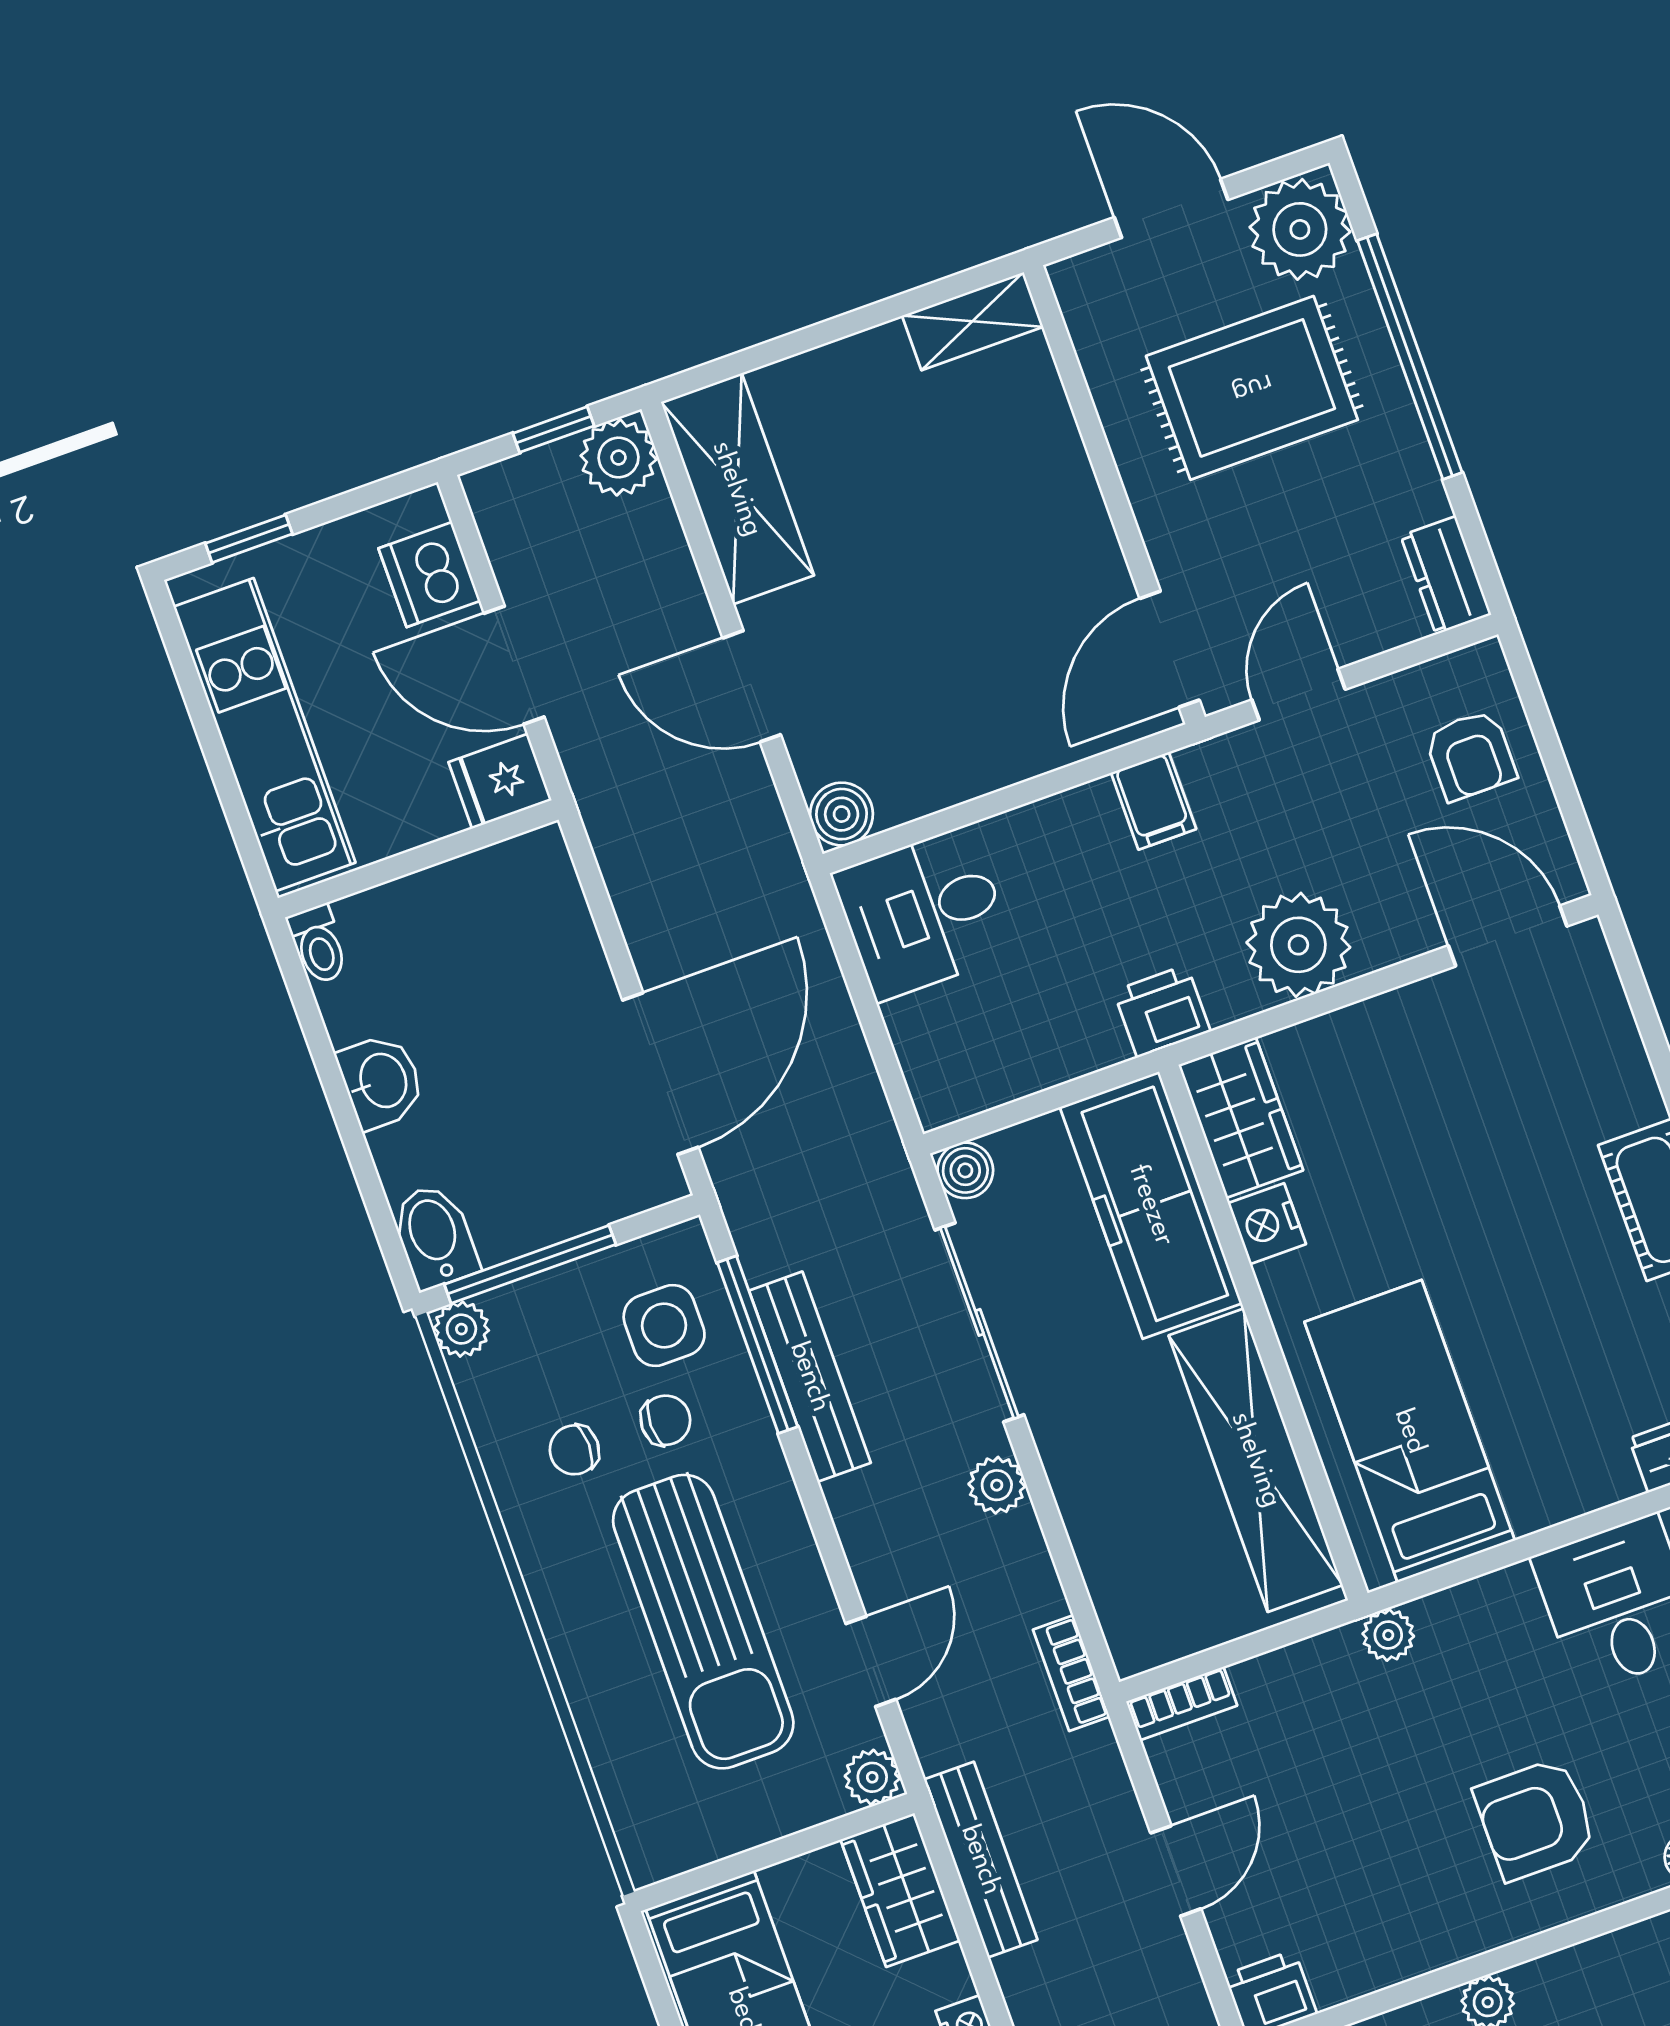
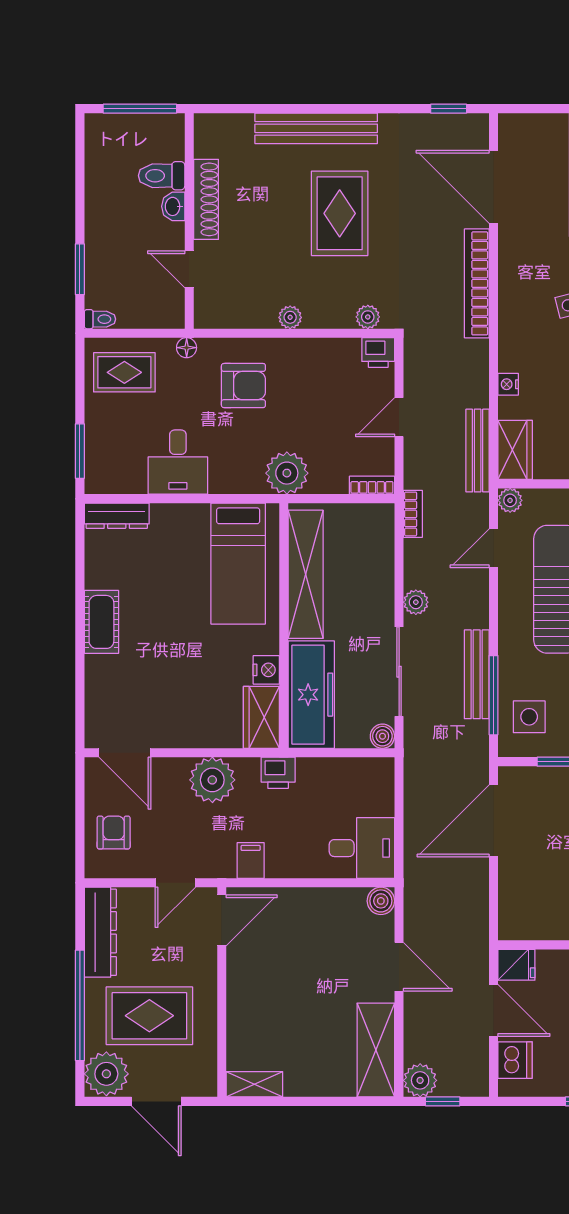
dresser: (1446, 575) -> (100, 932), width x1.96, depth x1.24
chair: (665, 1420) -> (542, 678), removed
plant: (1388, 1635) -> (287, 473), width x1.87, depth x1.87

